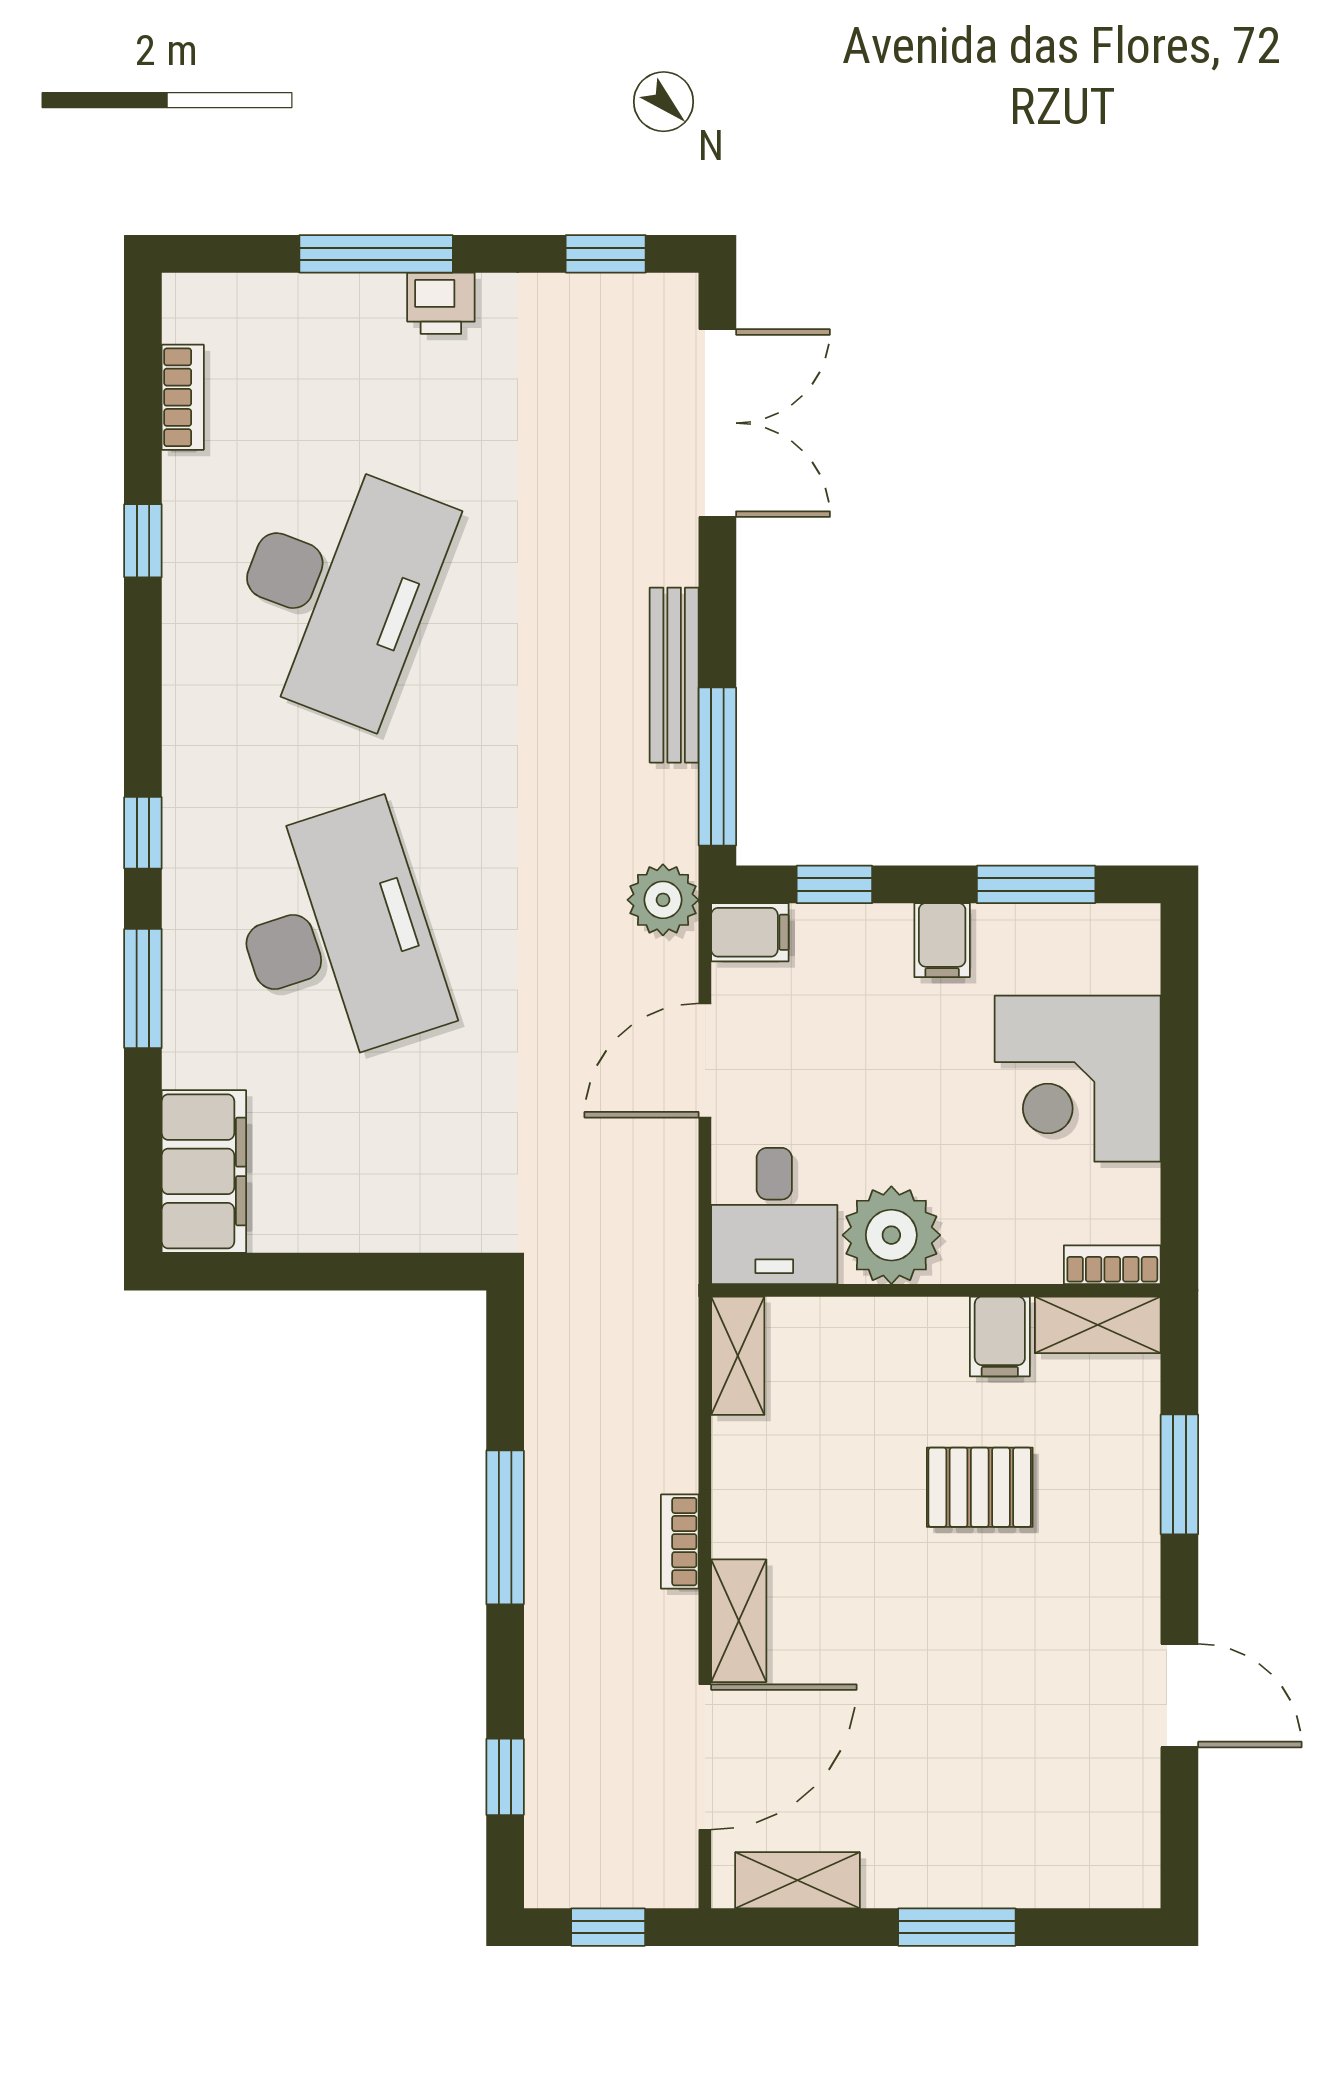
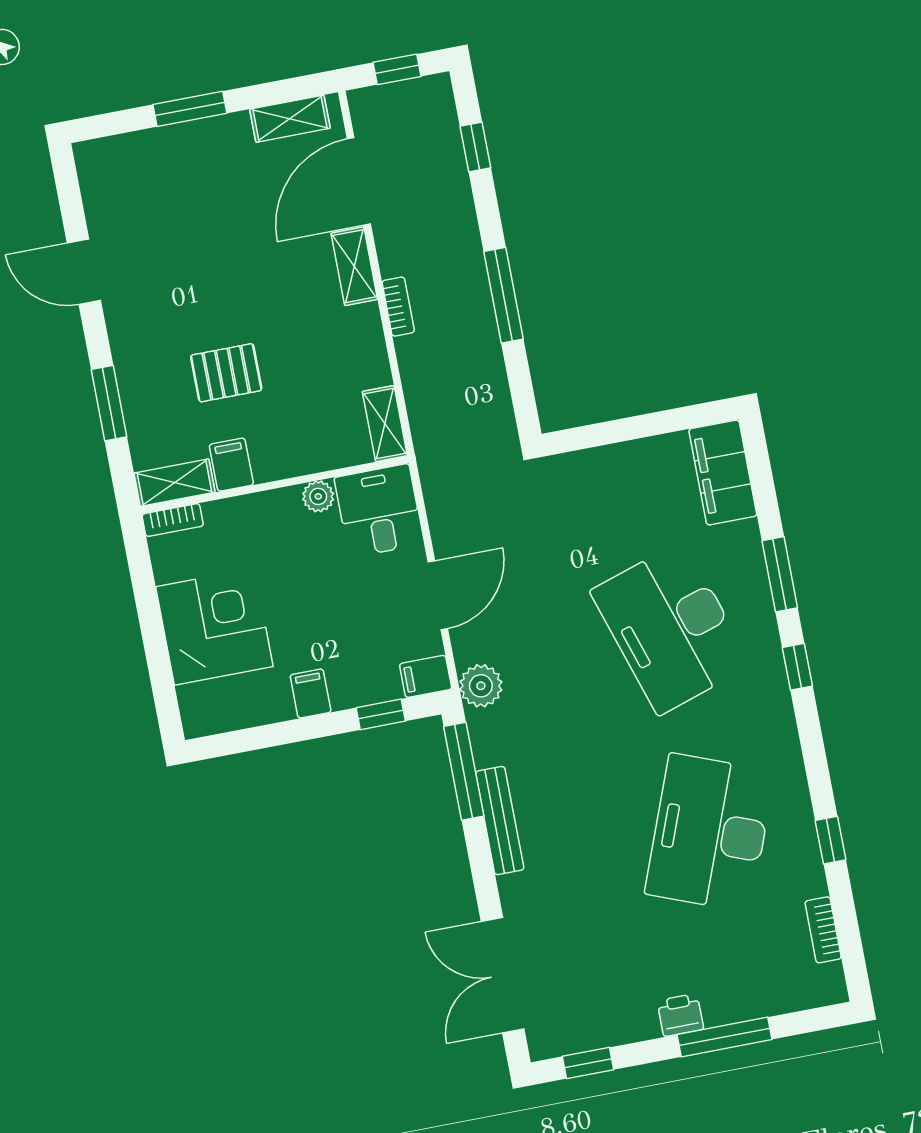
window: (1036, 884) -> (261, 737), removed
plant: (891, 1235) -> (318, 496), width x0.53, depth x0.53

